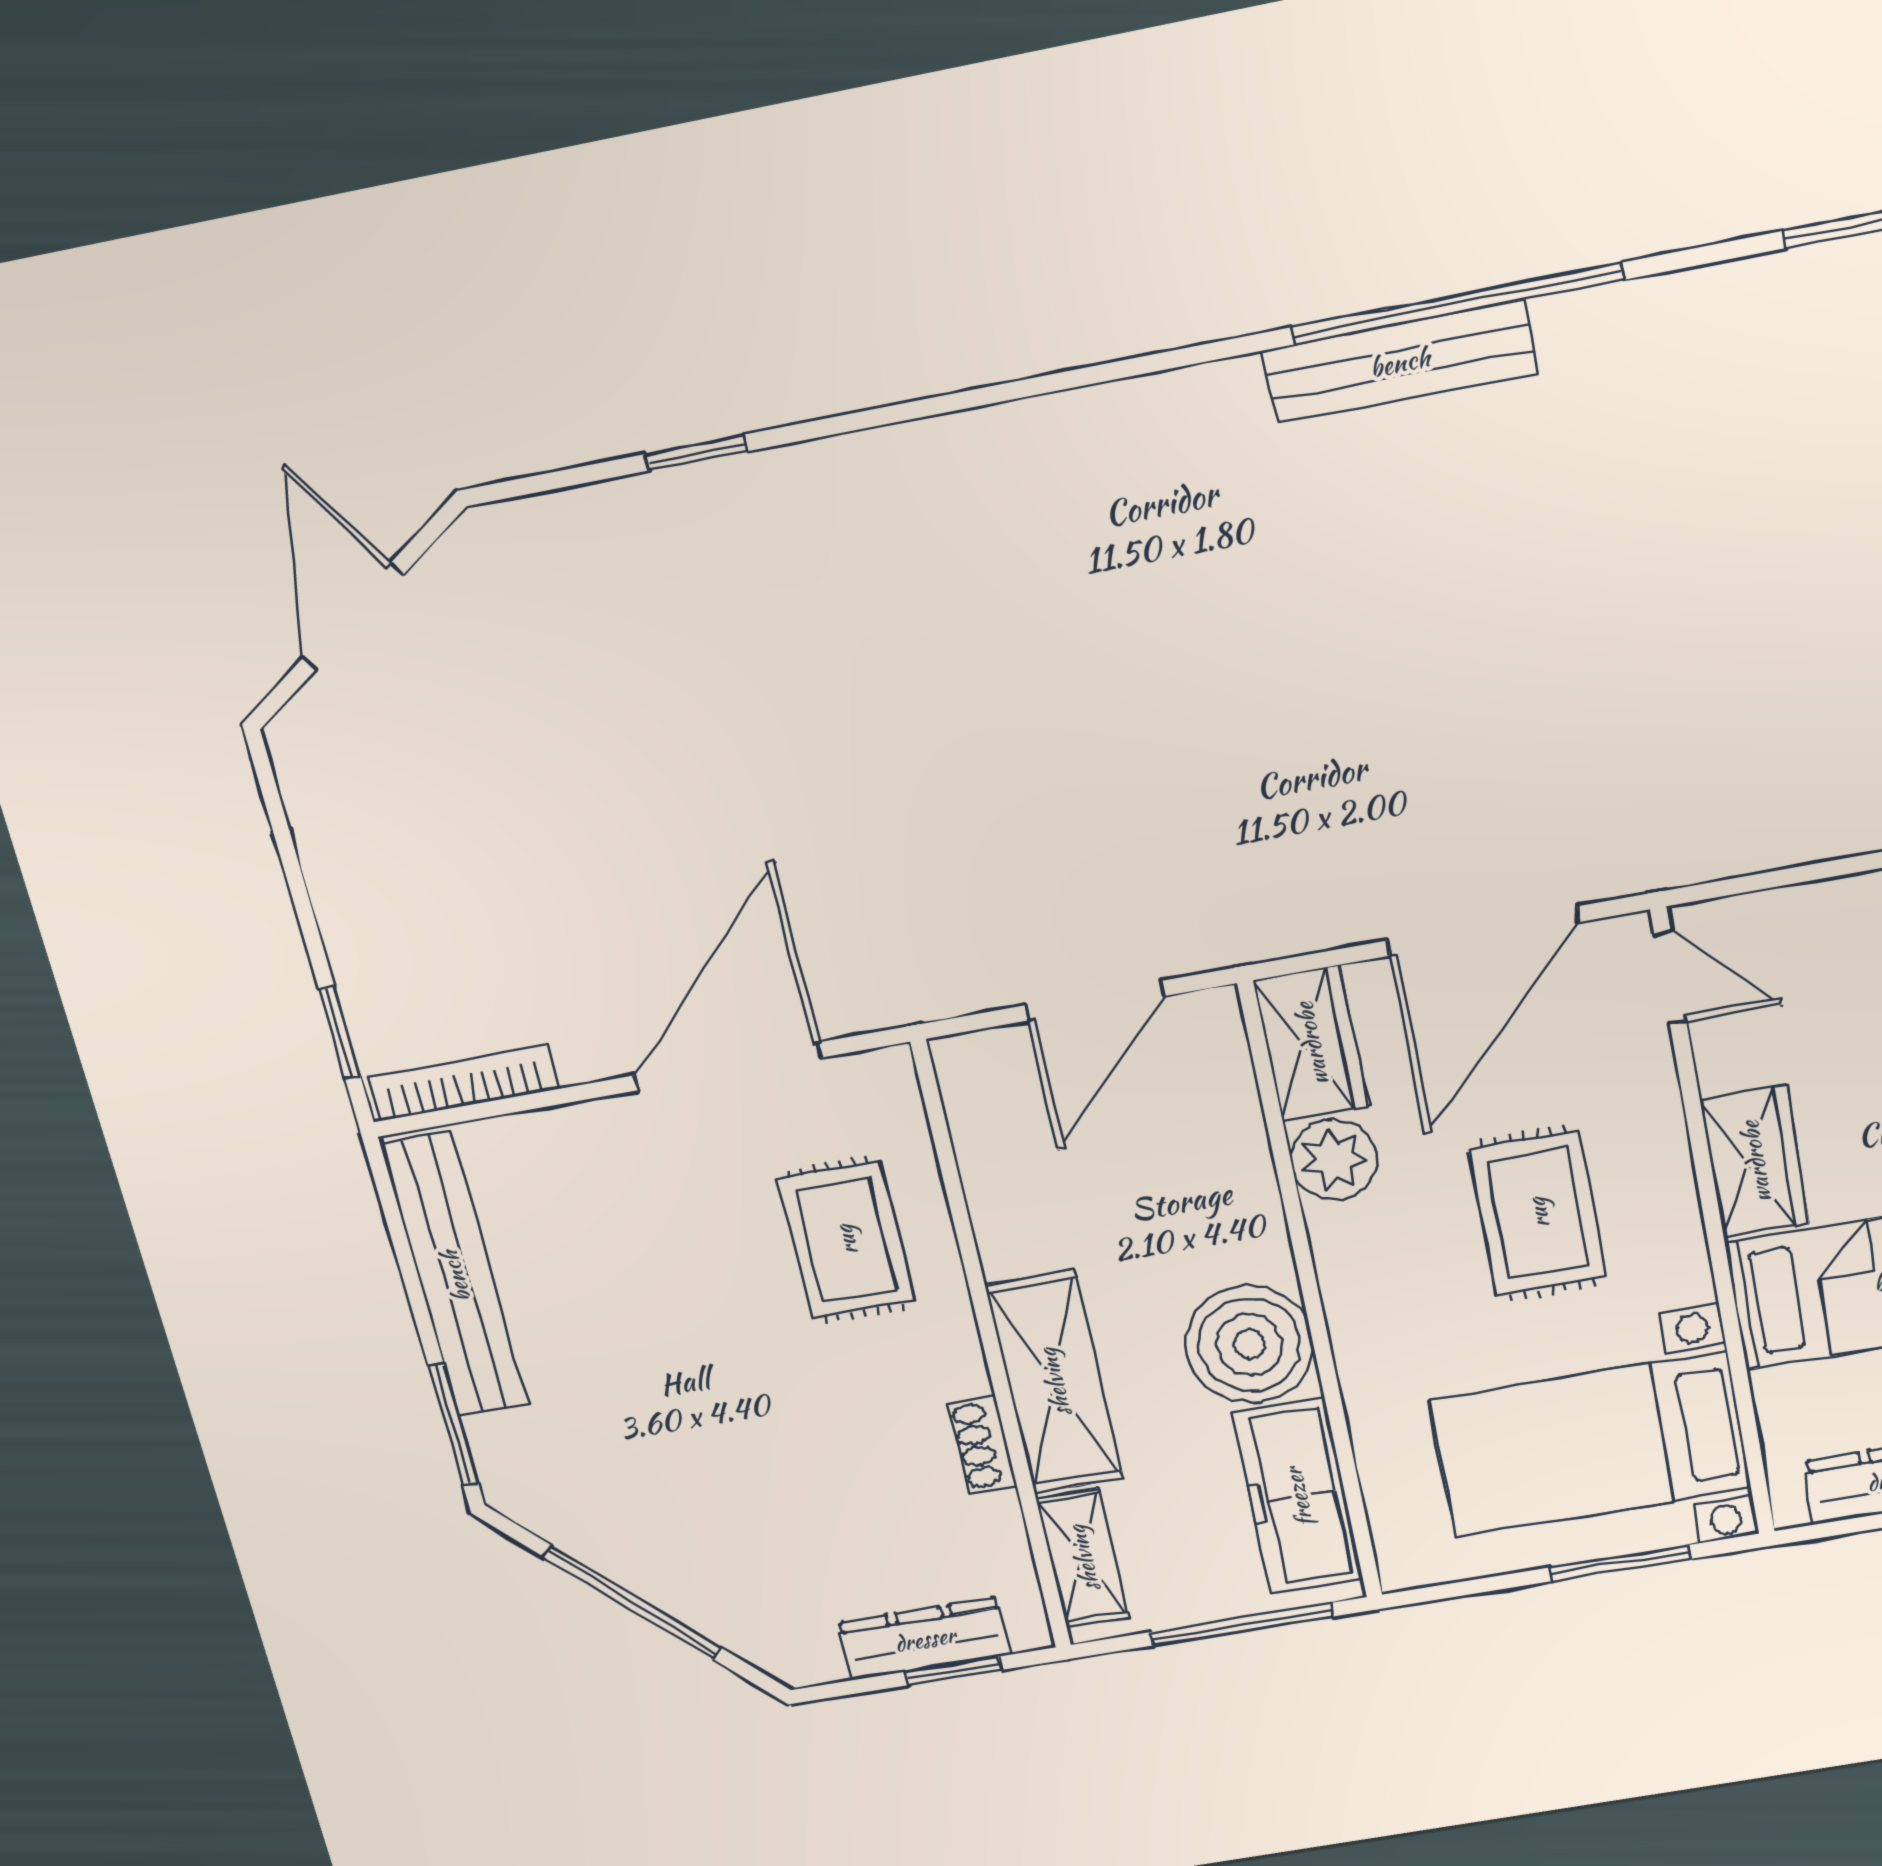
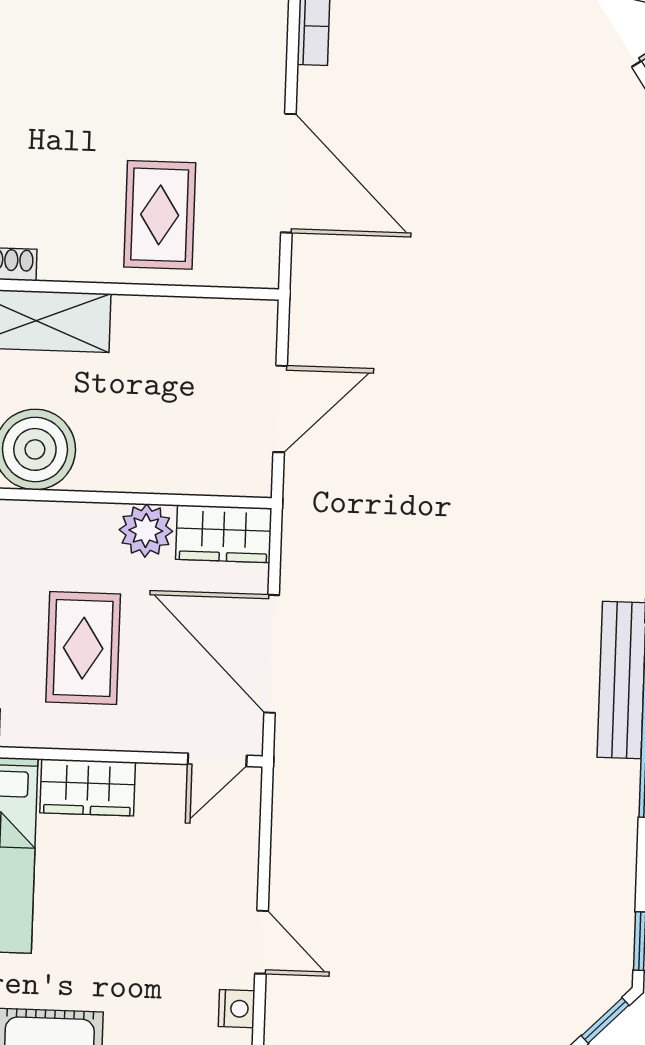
door: (1095, 1001) -> (280, 409), swing flipped
rug: (1538, 1213) -> (83, 648), turned 90
rug: (846, 1240) -> (160, 215), turned 90

